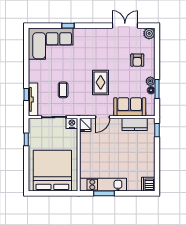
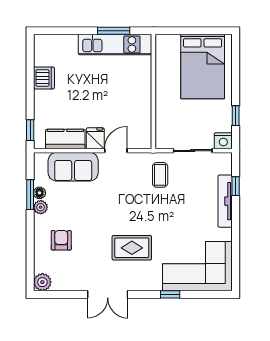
double door: (125, 26) -> (108, 294), moved
rug: (101, 82) -> (132, 248), moved, turned 90
coffee table: (63, 90) -> (160, 175), moved
tv unit: (33, 99) -> (225, 201), moved
nightstand: (72, 123) -> (223, 141), moved
fridge: (85, 125) -> (95, 138), moved
bed: (52, 171) -> (203, 66), width x0.73
dishwasher: (148, 184) -> (44, 78), moved

